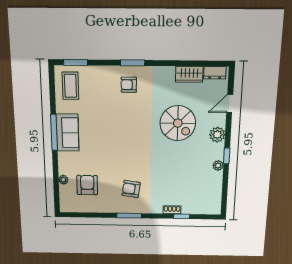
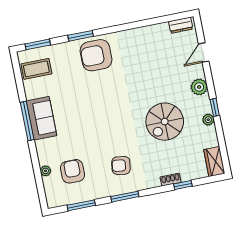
window: (133, 63) -> (81, 36), moved
wardrobe: (189, 74) -> (214, 162), moved, turned 90
armchair: (129, 85) -> (96, 55), width x1.88, depth x1.88
coffee table: (70, 86) -> (36, 69), turned 90
spiral stairs: (178, 123) -> (165, 122), moved, turned 90
window: (90, 215) -> (81, 205), added

